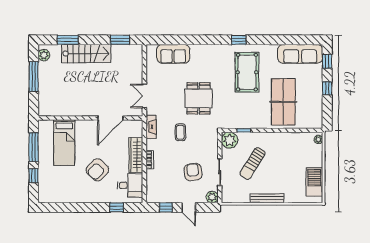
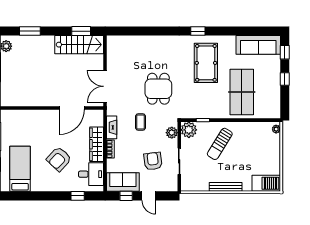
stairs: (86, 54) -> (79, 45), moved
sofa: (173, 54) -> (123, 182), moved, turned 180
double door: (144, 96) -> (105, 86), width x1.37
fireplace: (151, 127) -> (112, 127), moved
bed: (64, 143) -> (20, 169), moved, turned 180
sun lounger: (253, 163) -> (220, 144), moved
barbecue: (314, 182) -> (266, 183), moved, turned 90
plant: (212, 197) -> (172, 133), moved

